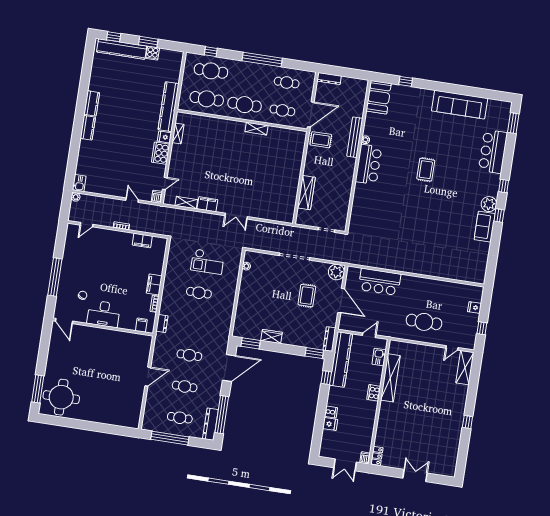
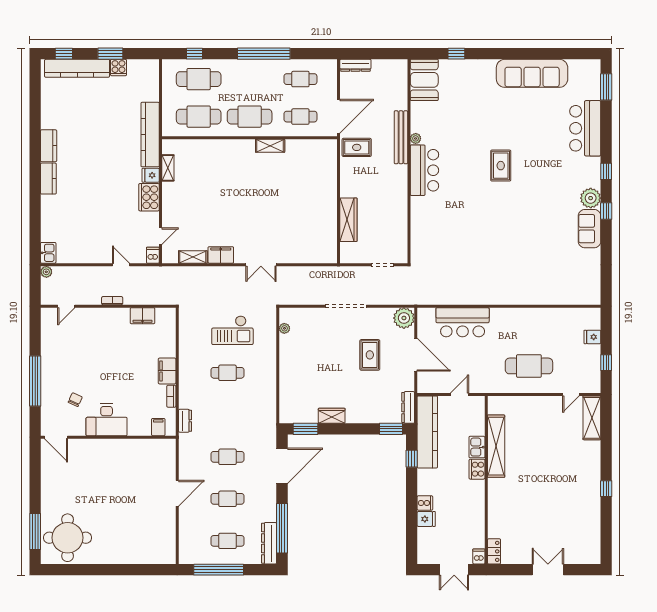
kitchen sink: (379, 357) -> (477, 447), moved

